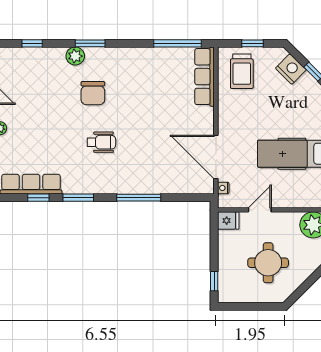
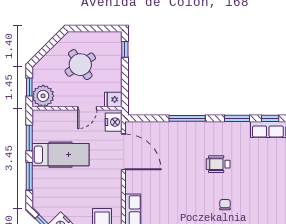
chair: (93, 93) -> (225, 205), width x0.54, depth x0.54
nightstand: (223, 188) -> (114, 122), width x1.89, depth x1.79
round table: (268, 263) -> (80, 65), turned -34

